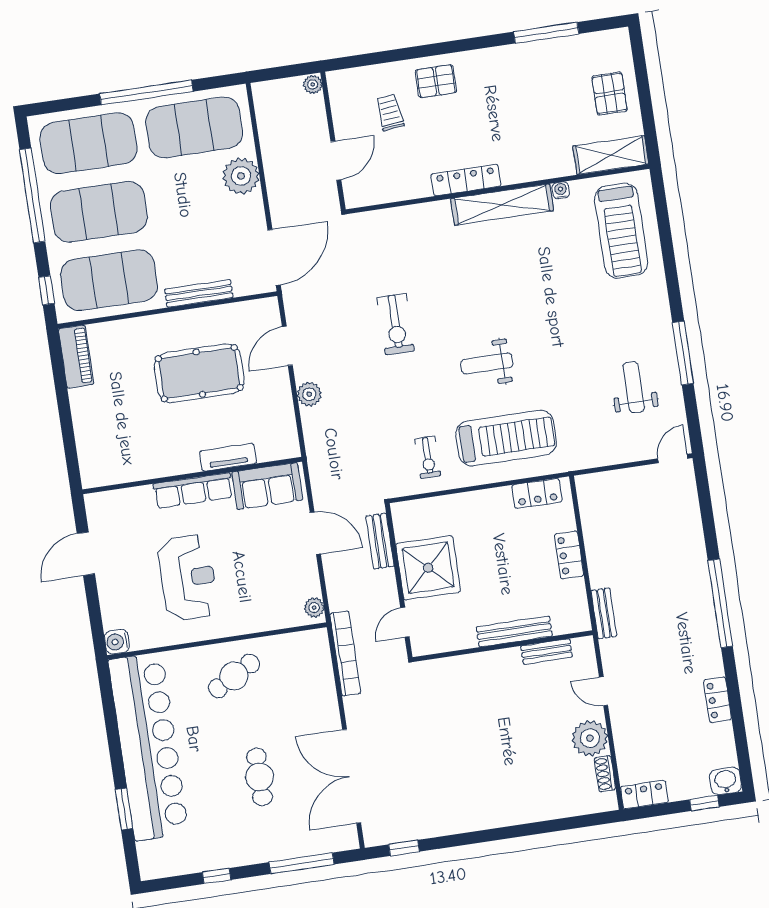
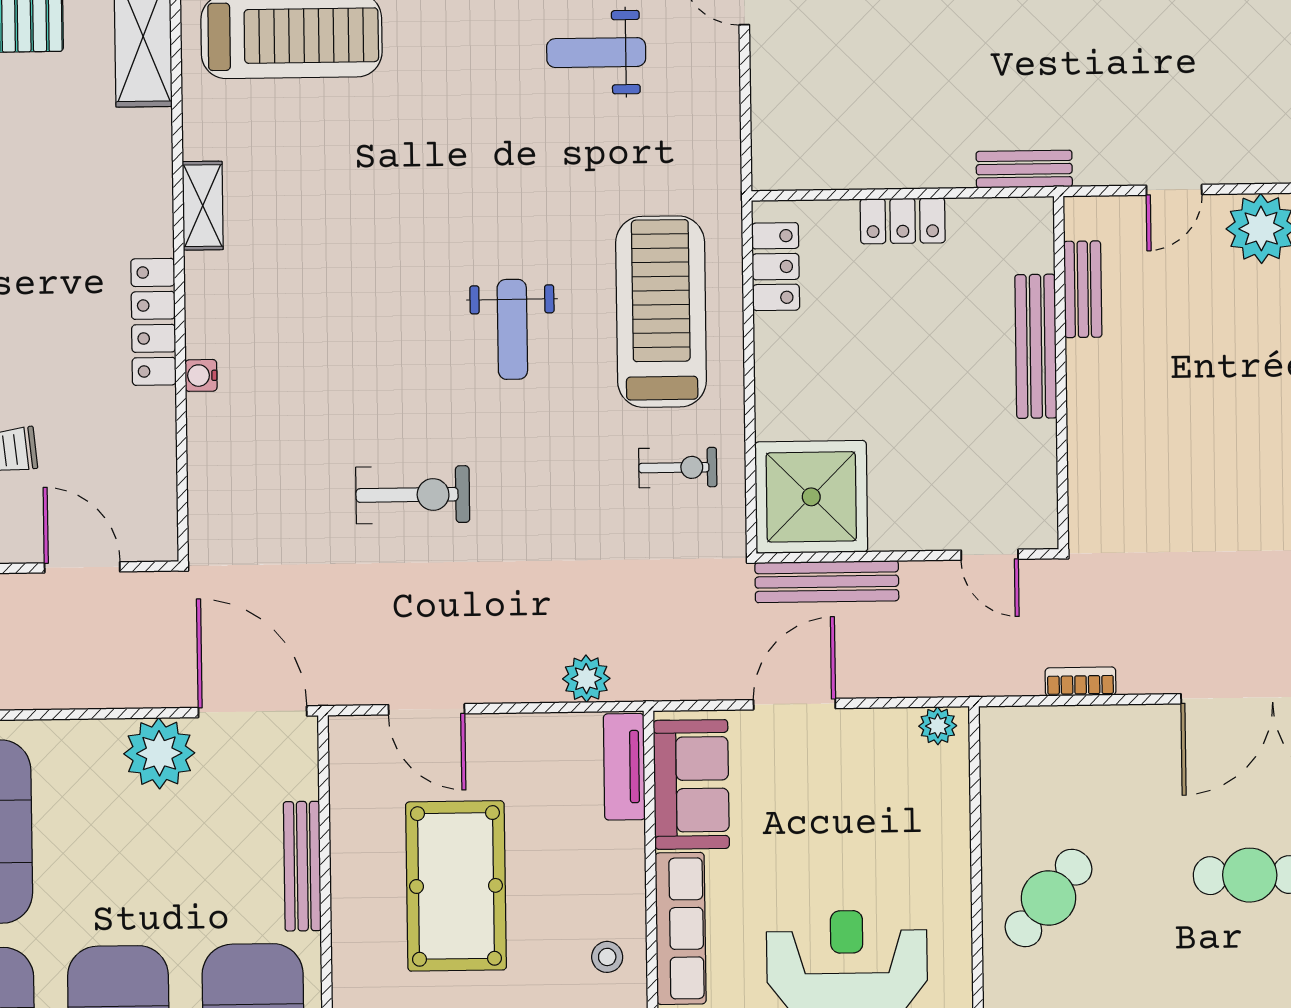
plant: (241, 176) -> (159, 753), moved
water cooler: (561, 190) -> (201, 375), moved
shelving: (502, 205) -> (203, 206), width x0.45, depth x0.75
plant: (309, 394) -> (586, 679), moved
stool: (174, 455) -> (607, 957), added
tv unit: (228, 457) -> (624, 767), moved
bench: (380, 541) -> (827, 582), width x1.36
shower: (428, 568) -> (811, 497), moved
bookcase: (345, 653) -> (1081, 681), width x0.43, depth x0.76
cafe table: (234, 676) -> (1048, 898), turned 69

